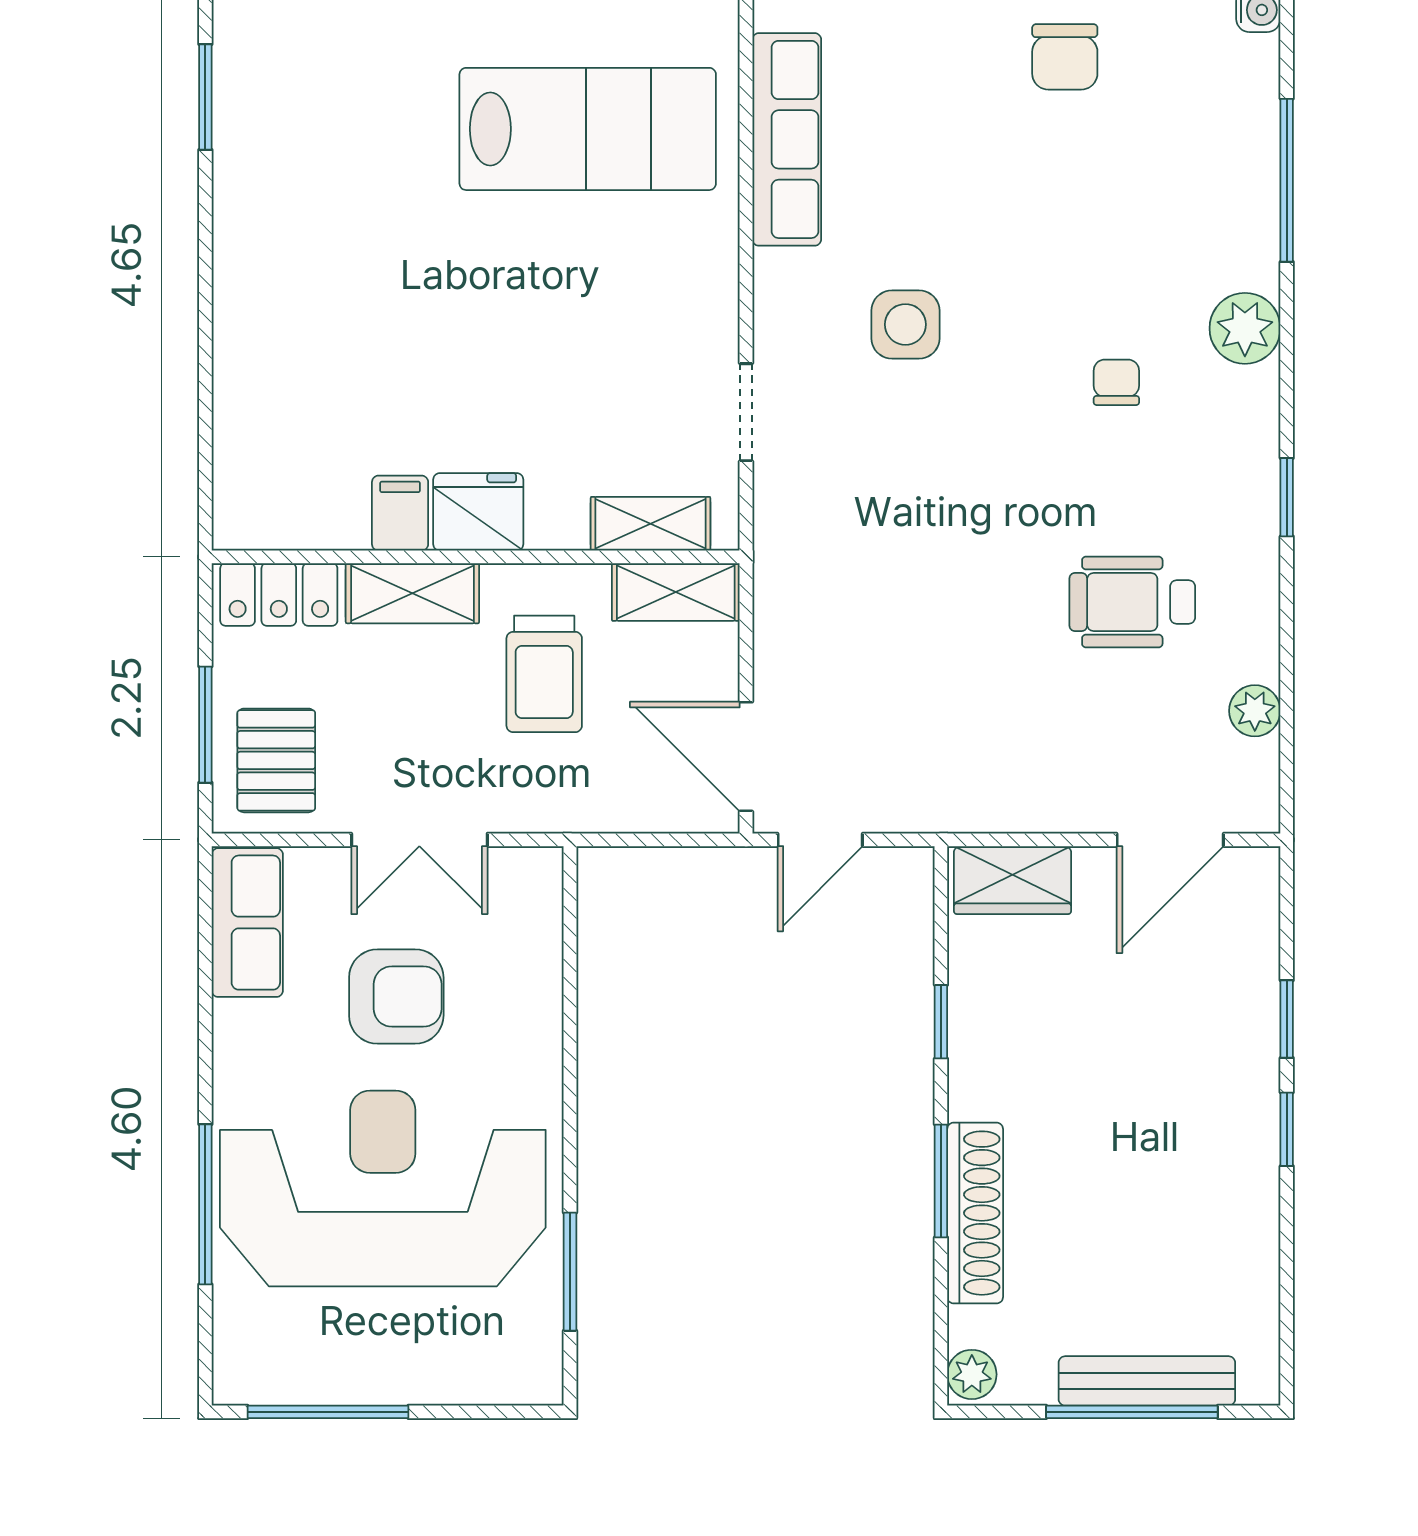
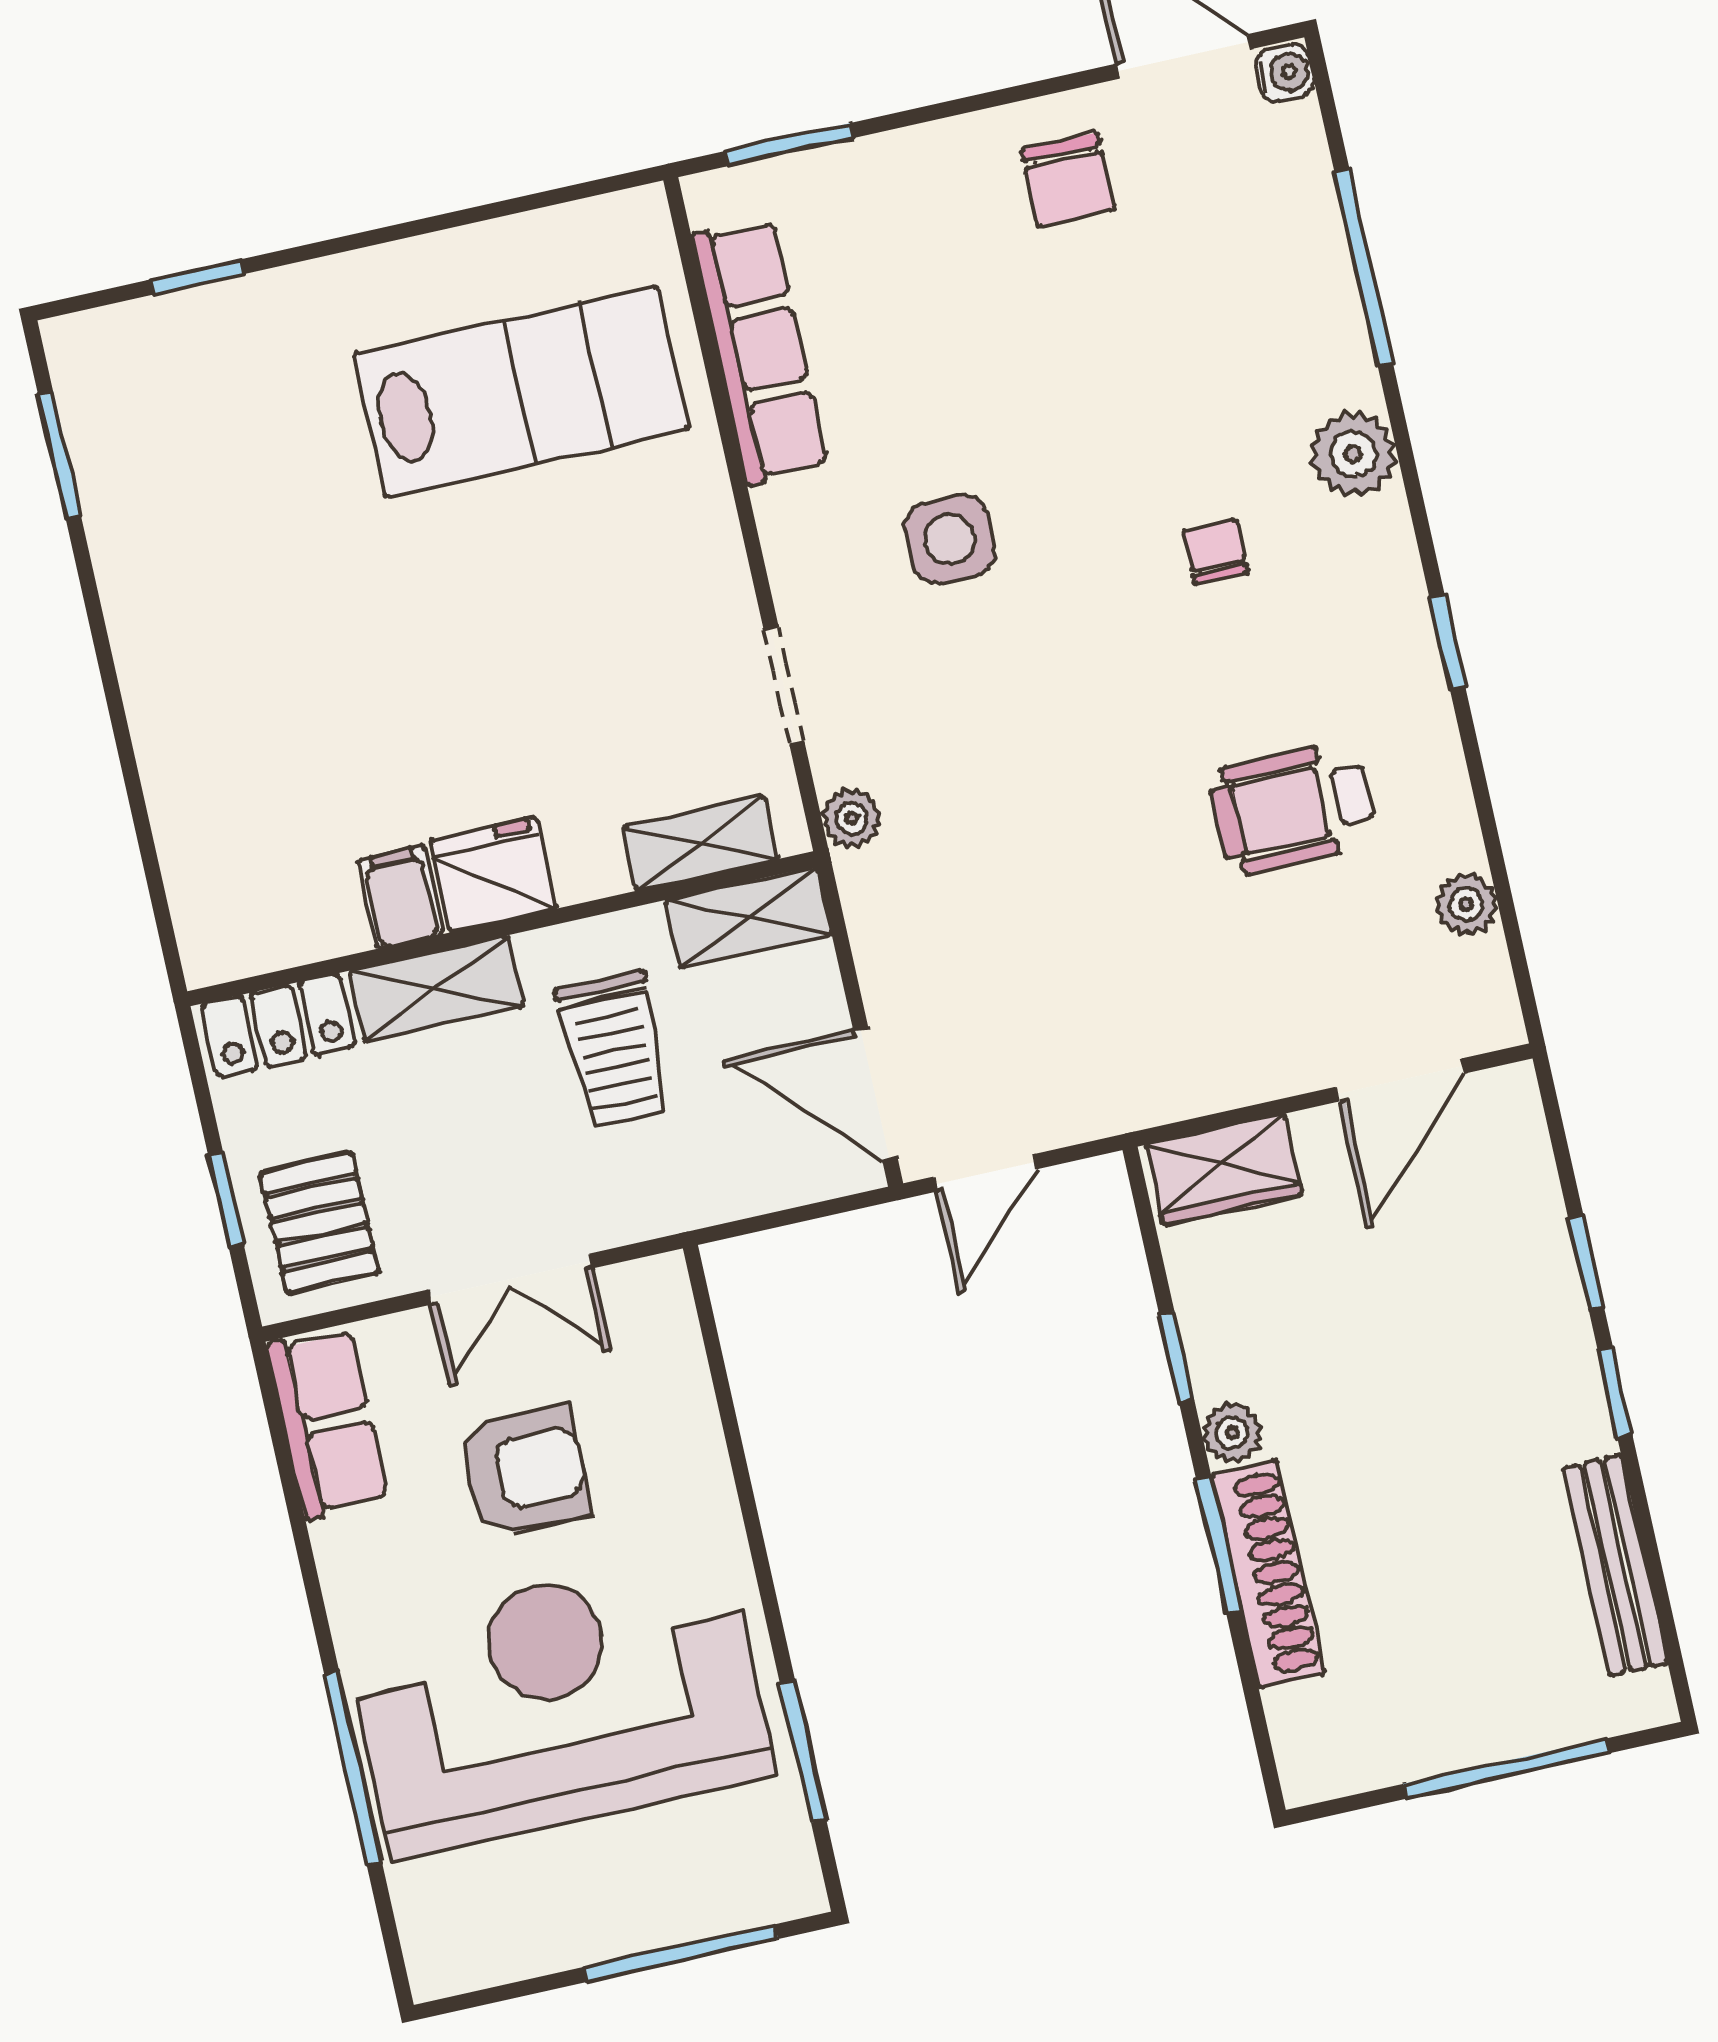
plant: (777, 531) -> (852, 818), added
window: (205, 725) -> (226, 1199), width x0.67
plant: (972, 1374) -> (1232, 1433), moved
bench: (1147, 1381) -> (1615, 1565), moved, turned 90
window: (328, 1412) -> (681, 1953), moved

